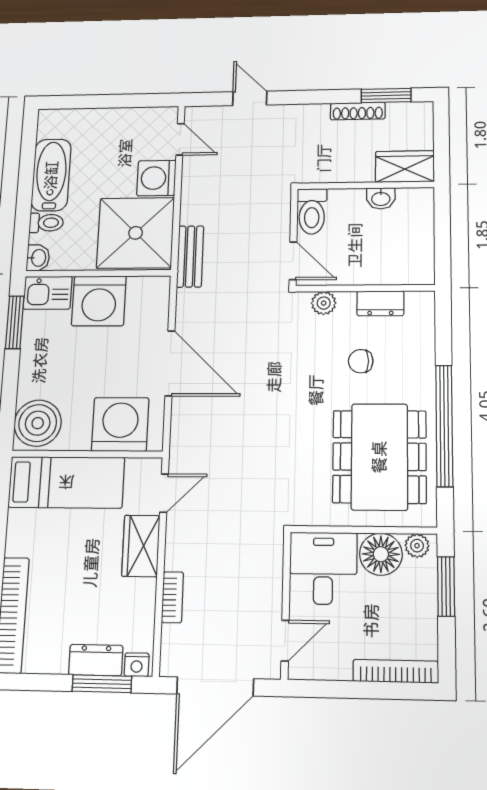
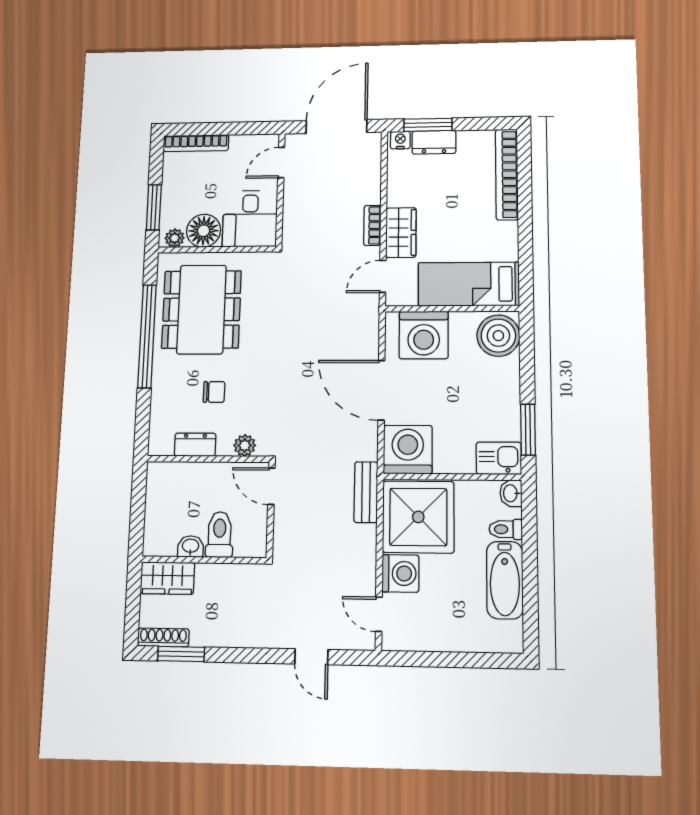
shoe rack: (358, 111) -> (163, 637), moved
toilet: (312, 211) -> (220, 534), moved
washing machine: (99, 301) -> (408, 450), moved
bookcase: (172, 597) -> (372, 225), moved

